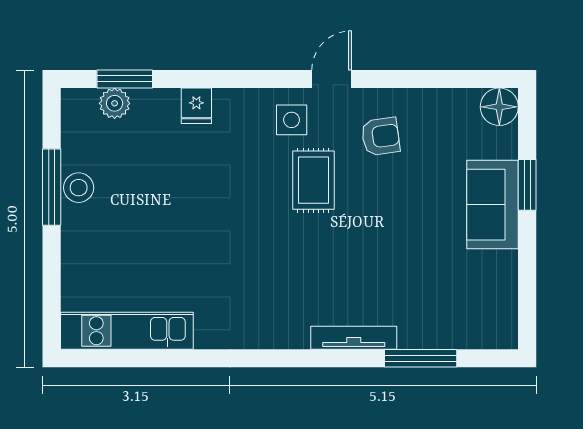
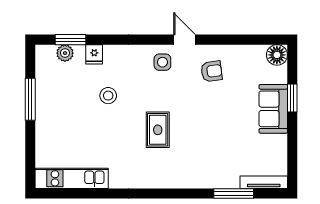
door: (332, 79) -> (185, 40), hinge flipped
fridge: (196, 106) -> (94, 54), moved
rug: (313, 180) -> (158, 130), moved
stool: (79, 188) -> (108, 96), moved
tv unit: (354, 338) -> (264, 182), moved

